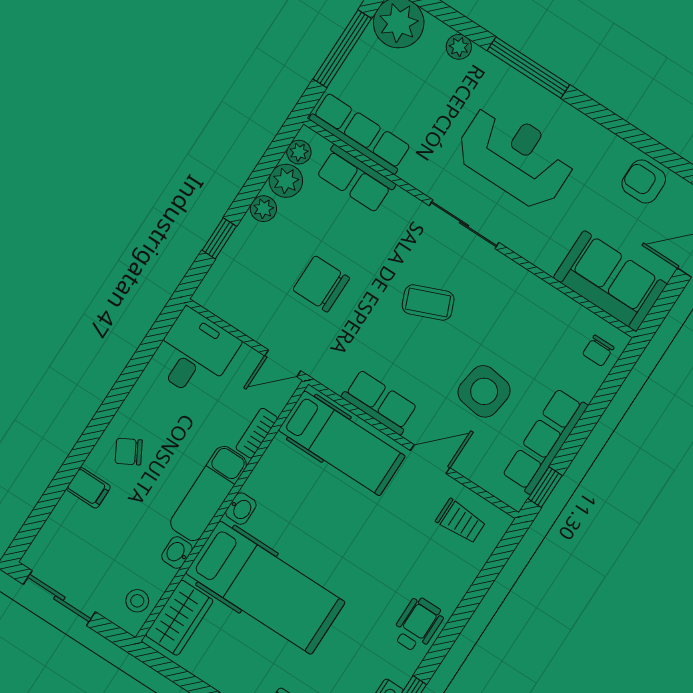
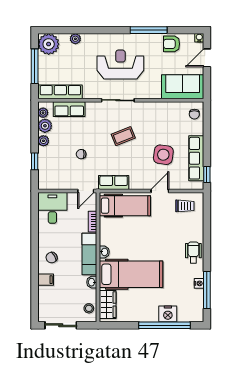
window: (528, 68) -> (149, 30), moved
chair: (321, 284) -> (81, 154), width x0.54, depth x0.54
row of seats: (380, 402) -> (114, 182), moved

